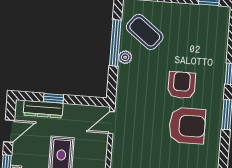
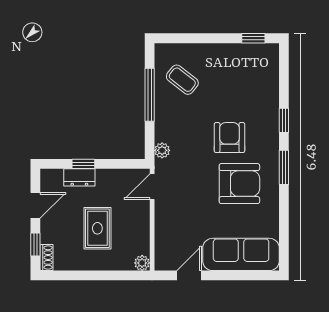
coffee table: (145, 32) -> (182, 80), width x0.73, depth x0.77
plant: (125, 57) -> (162, 150), moved
dresser: (43, 109) -> (79, 177), width x0.70

